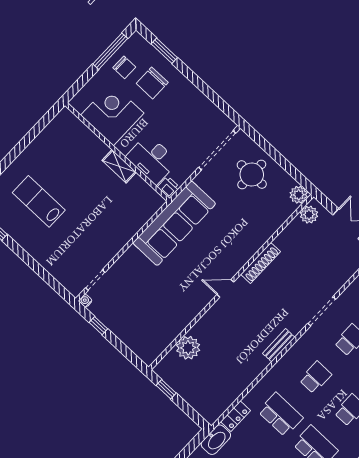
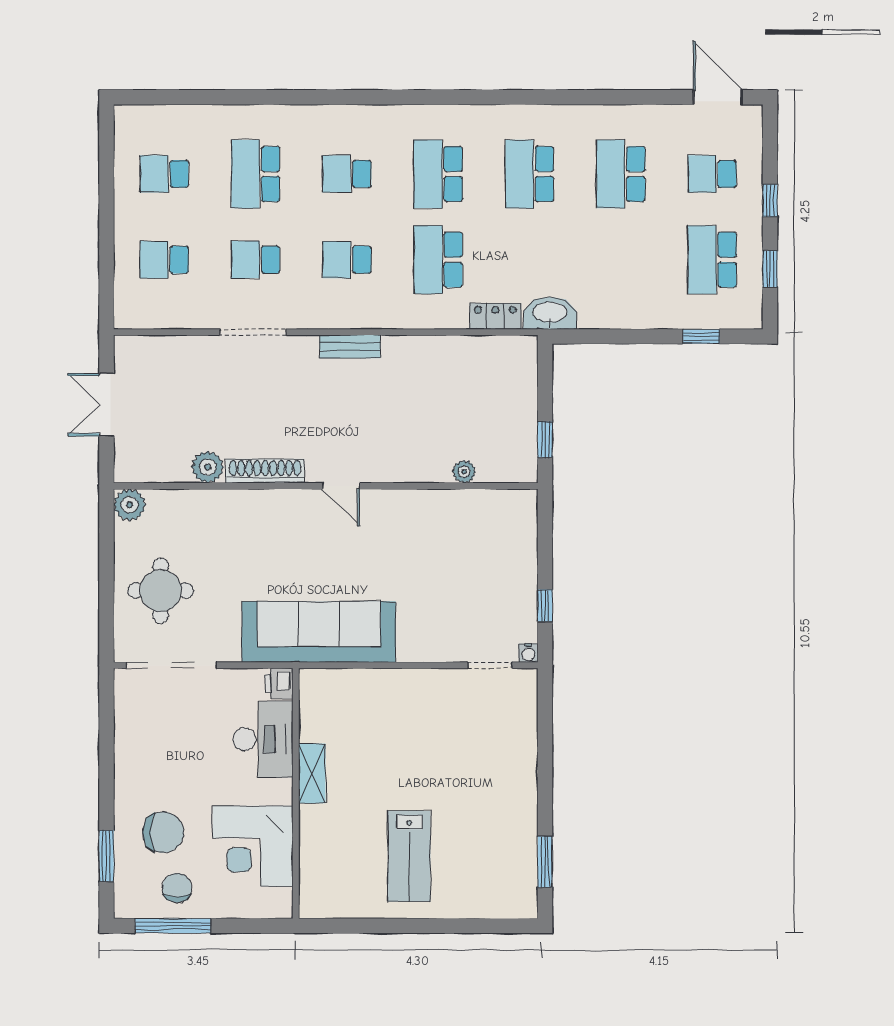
lab bench: (39, 201) -> (409, 856), moved
plant: (309, 215) -> (208, 467), moved
plant: (188, 348) -> (464, 472), width x0.53, depth x0.53

